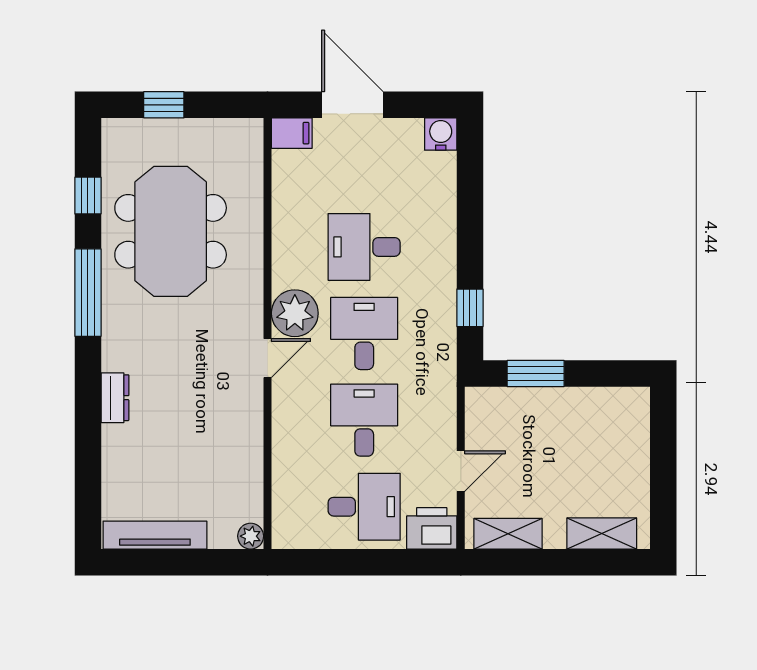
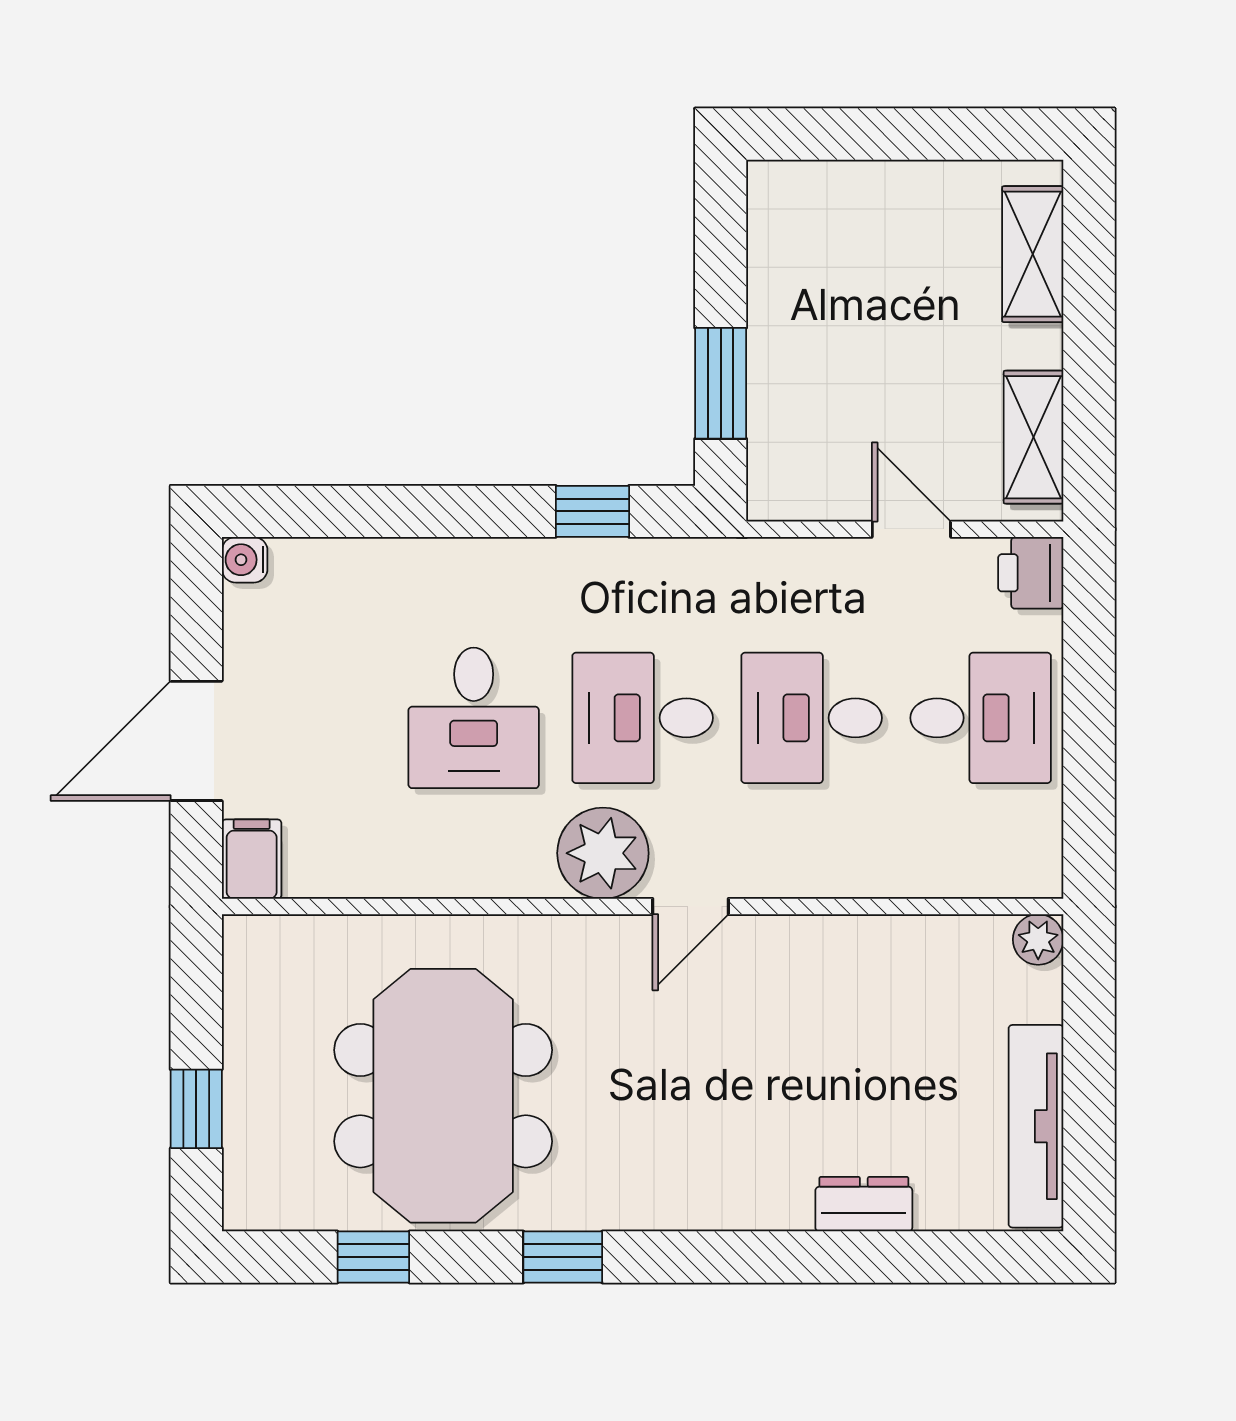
water cooler: (441, 134) -> (245, 560), width x0.72, depth x0.72
meeting table: (171, 231) -> (443, 1096), turned 90
window: (88, 293) -> (563, 1257), width x0.46
door: (267, 358) -> (690, 907), swing flipped
dresser: (115, 398) -> (864, 1204), moved
desk: (364, 507) -> (981, 718), turned 90
printer: (432, 528) -> (1031, 573), width x0.73, depth x0.81

